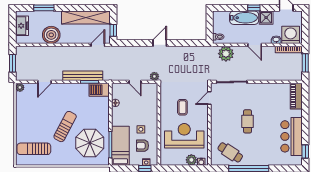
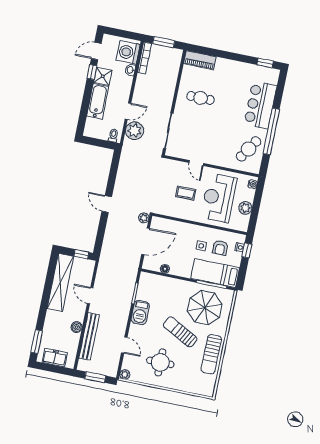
window: (44, 8) -> (37, 342), moved
window: (254, 8) -> (92, 72), moved
boiler: (51, 35) -> (77, 327), width x0.54, depth x0.54
door: (98, 45) -> (90, 296), moved
door: (255, 45) -> (128, 111), moved
bench: (83, 76) -> (89, 336), moved
door: (135, 82) -> (146, 241), width x1.87
barbecue: (99, 90) -> (140, 312), moved
door: (209, 98) -> (196, 163), moved
round table: (36, 115) -> (160, 362), added
cafe table: (248, 121) -> (201, 98), moved
bar counter: (291, 136) -> (260, 105), moved, turned 90
sun lounger: (34, 149) -> (211, 354), moved
plant: (191, 160) -> (245, 208), moved

